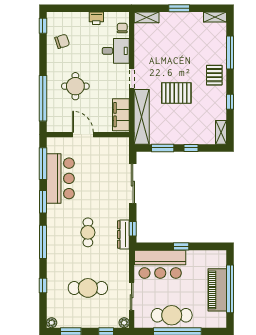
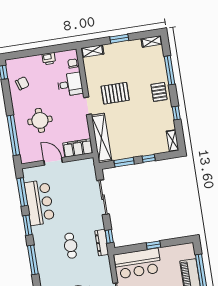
pallet: (176, 93) -> (115, 93), moved
filing cabinet: (121, 115) -> (78, 148), moved, turned 90

